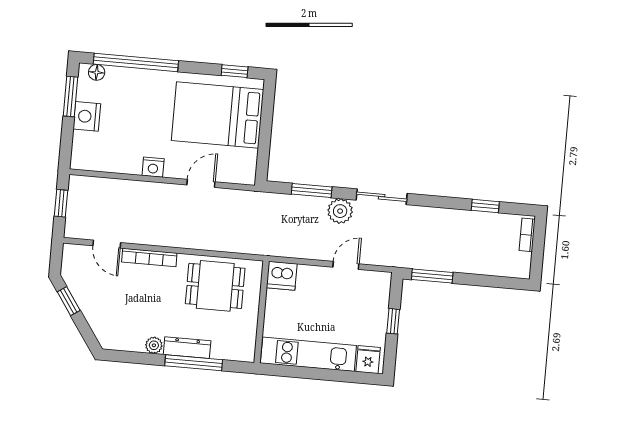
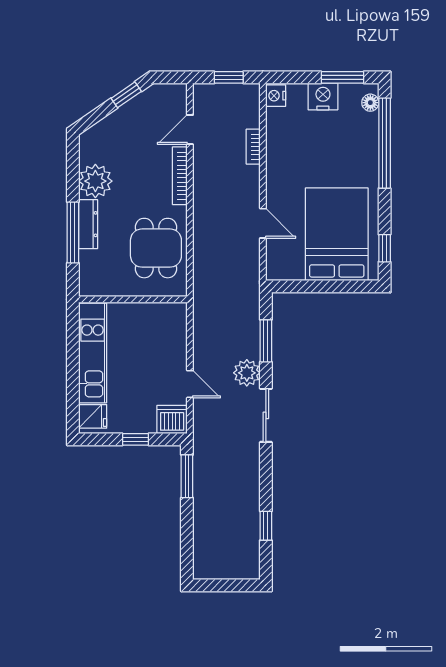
nightstand: (153, 167) -> (276, 96), moved
bookcase: (527, 235) -> (253, 147), moved, turned -90
dishwasher: (282, 276) -> (172, 419), moved, turned 90
plant: (154, 345) -> (95, 181), width x1.88, depth x1.88

